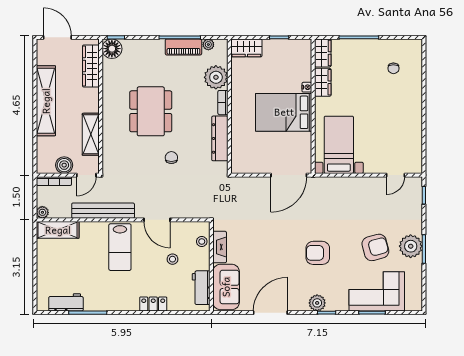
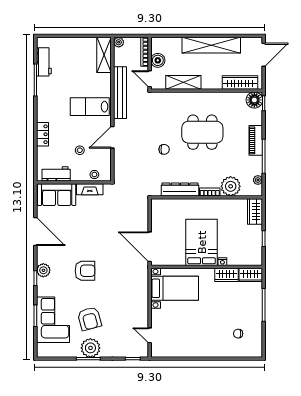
piano: (183, 47) -> (256, 140), moved
armchair: (318, 253) -> (85, 271), turned 90

